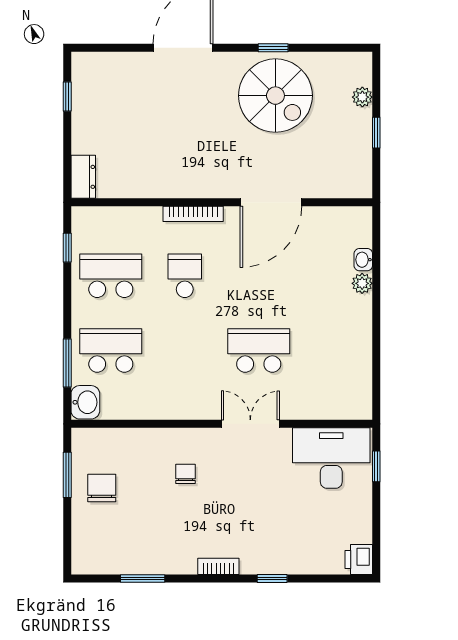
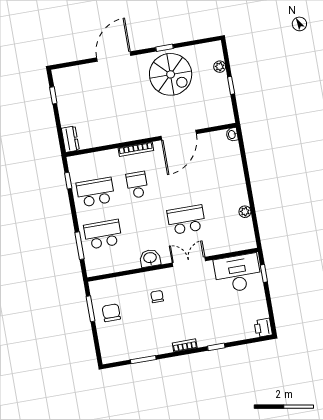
washbasin: (363, 260) -> (232, 134), moved
plant: (362, 283) -> (245, 212), moved
washbasin: (85, 402) -> (150, 258), moved, turned -90

